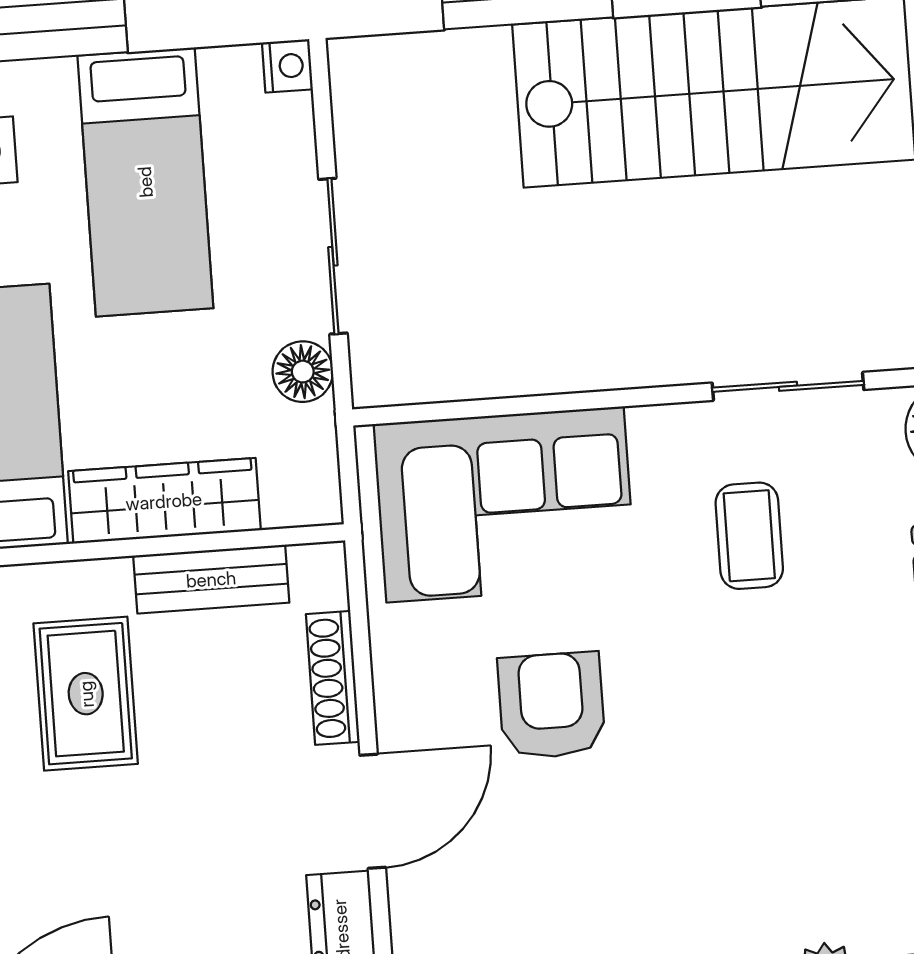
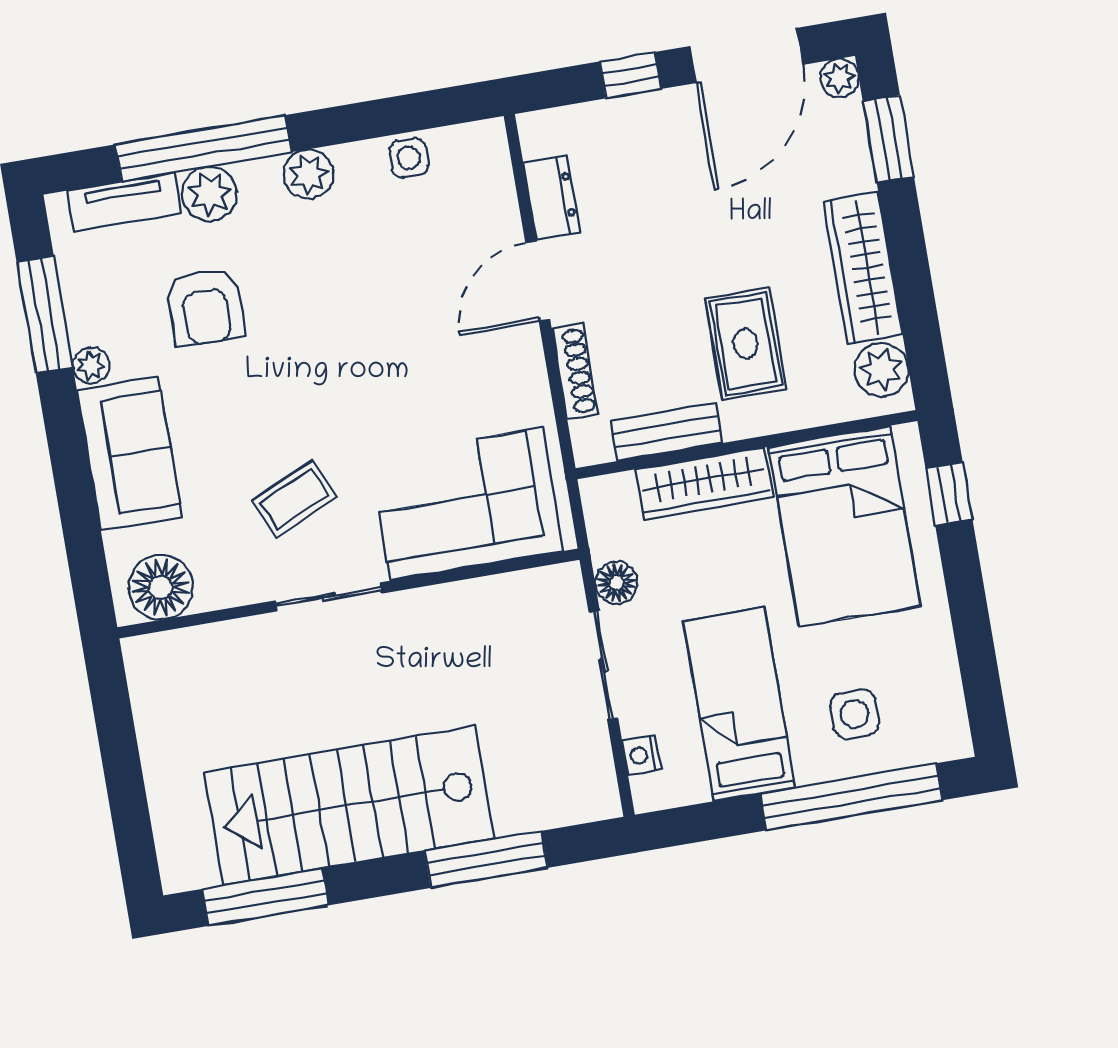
nightstand: (287, 66) -> (641, 755), moved
sliding door: (788, 386) -> (329, 597), moved
coffee table: (749, 536) -> (294, 499), turned 66
armchair: (551, 705) -> (205, 307), moved

